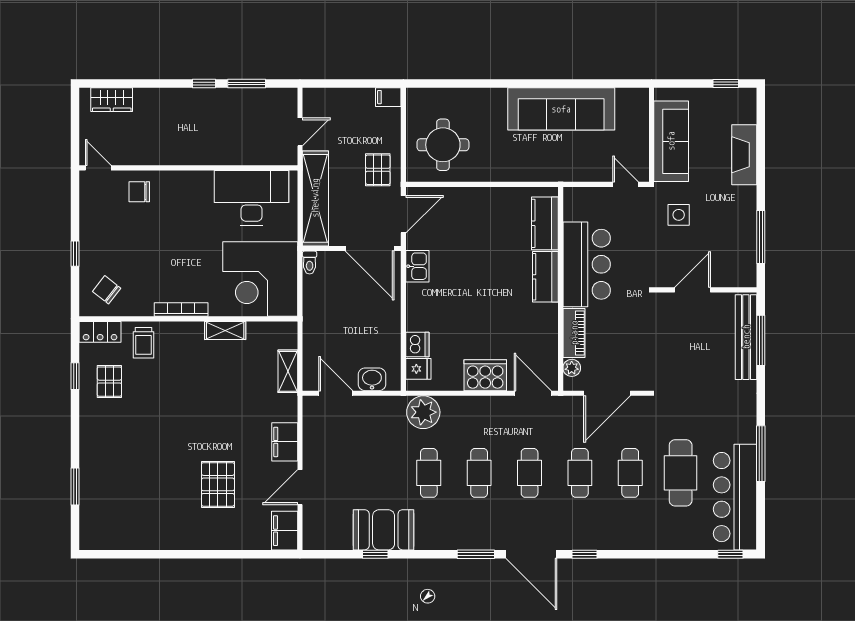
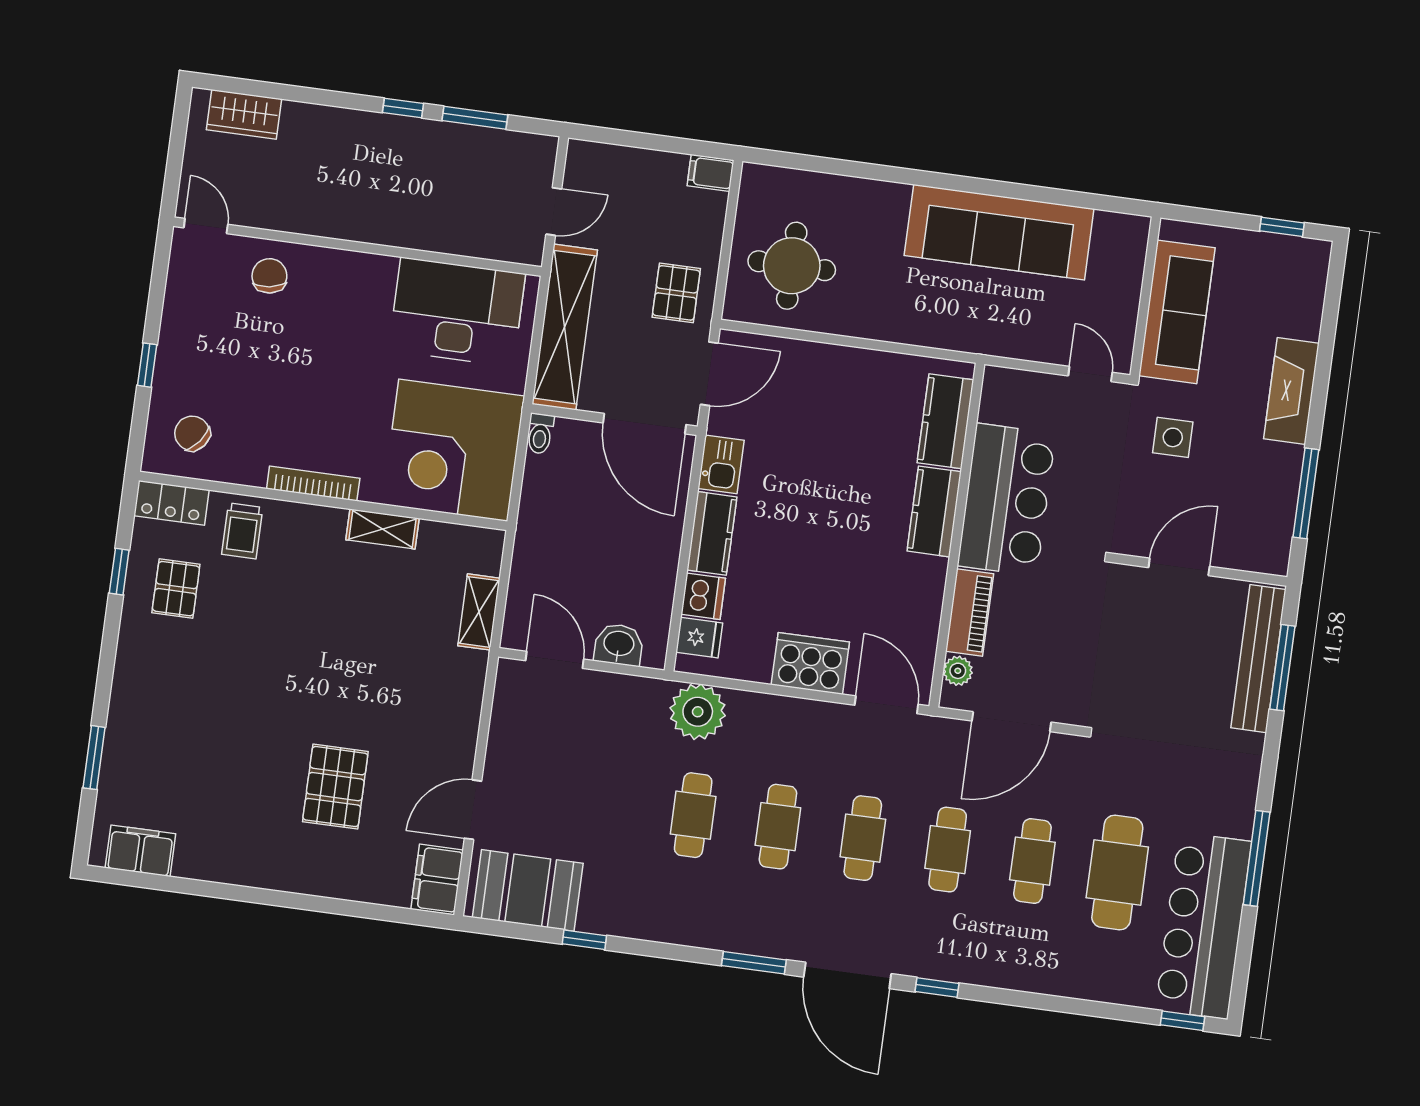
fireplace: (744, 155) -> (1291, 391), moved
chair: (139, 192) -> (269, 276), turned 81
kitchen counter: (418, 307) -> (712, 533), added
filing cabinet: (285, 442) -> (140, 851), moved, turned 90
booth: (384, 530) -> (528, 890), moved

